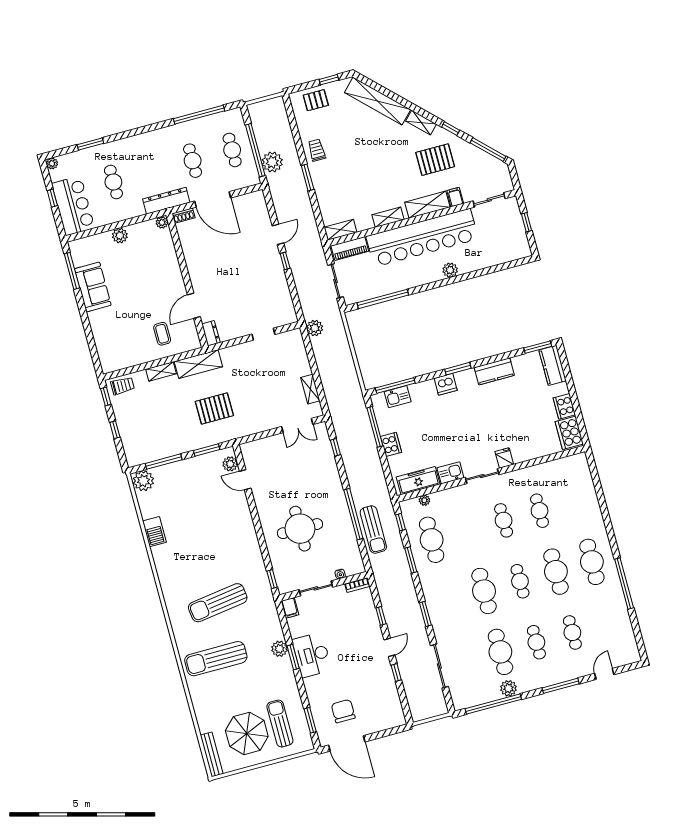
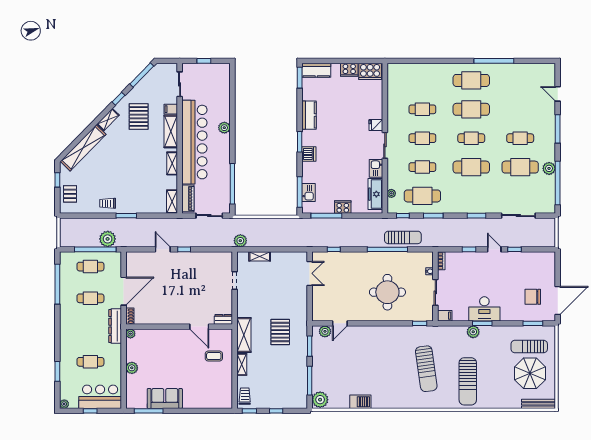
shelving: (310, 389) -> (260, 256), moved
cafe table: (572, 632) -> (422, 167), moved

